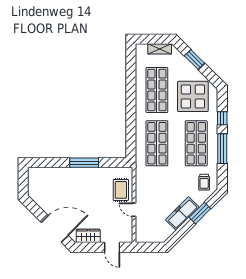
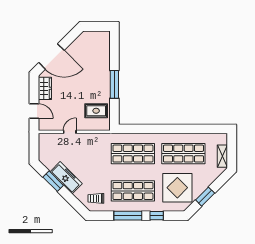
window: (194, 60) -> (205, 197), moved
rug: (121, 190) -> (96, 111), moved
window: (200, 213) -> (53, 181), moved
door: (55, 229) -> (51, 56), hinge flipped
door: (112, 247) -> (34, 111), swing flipped

